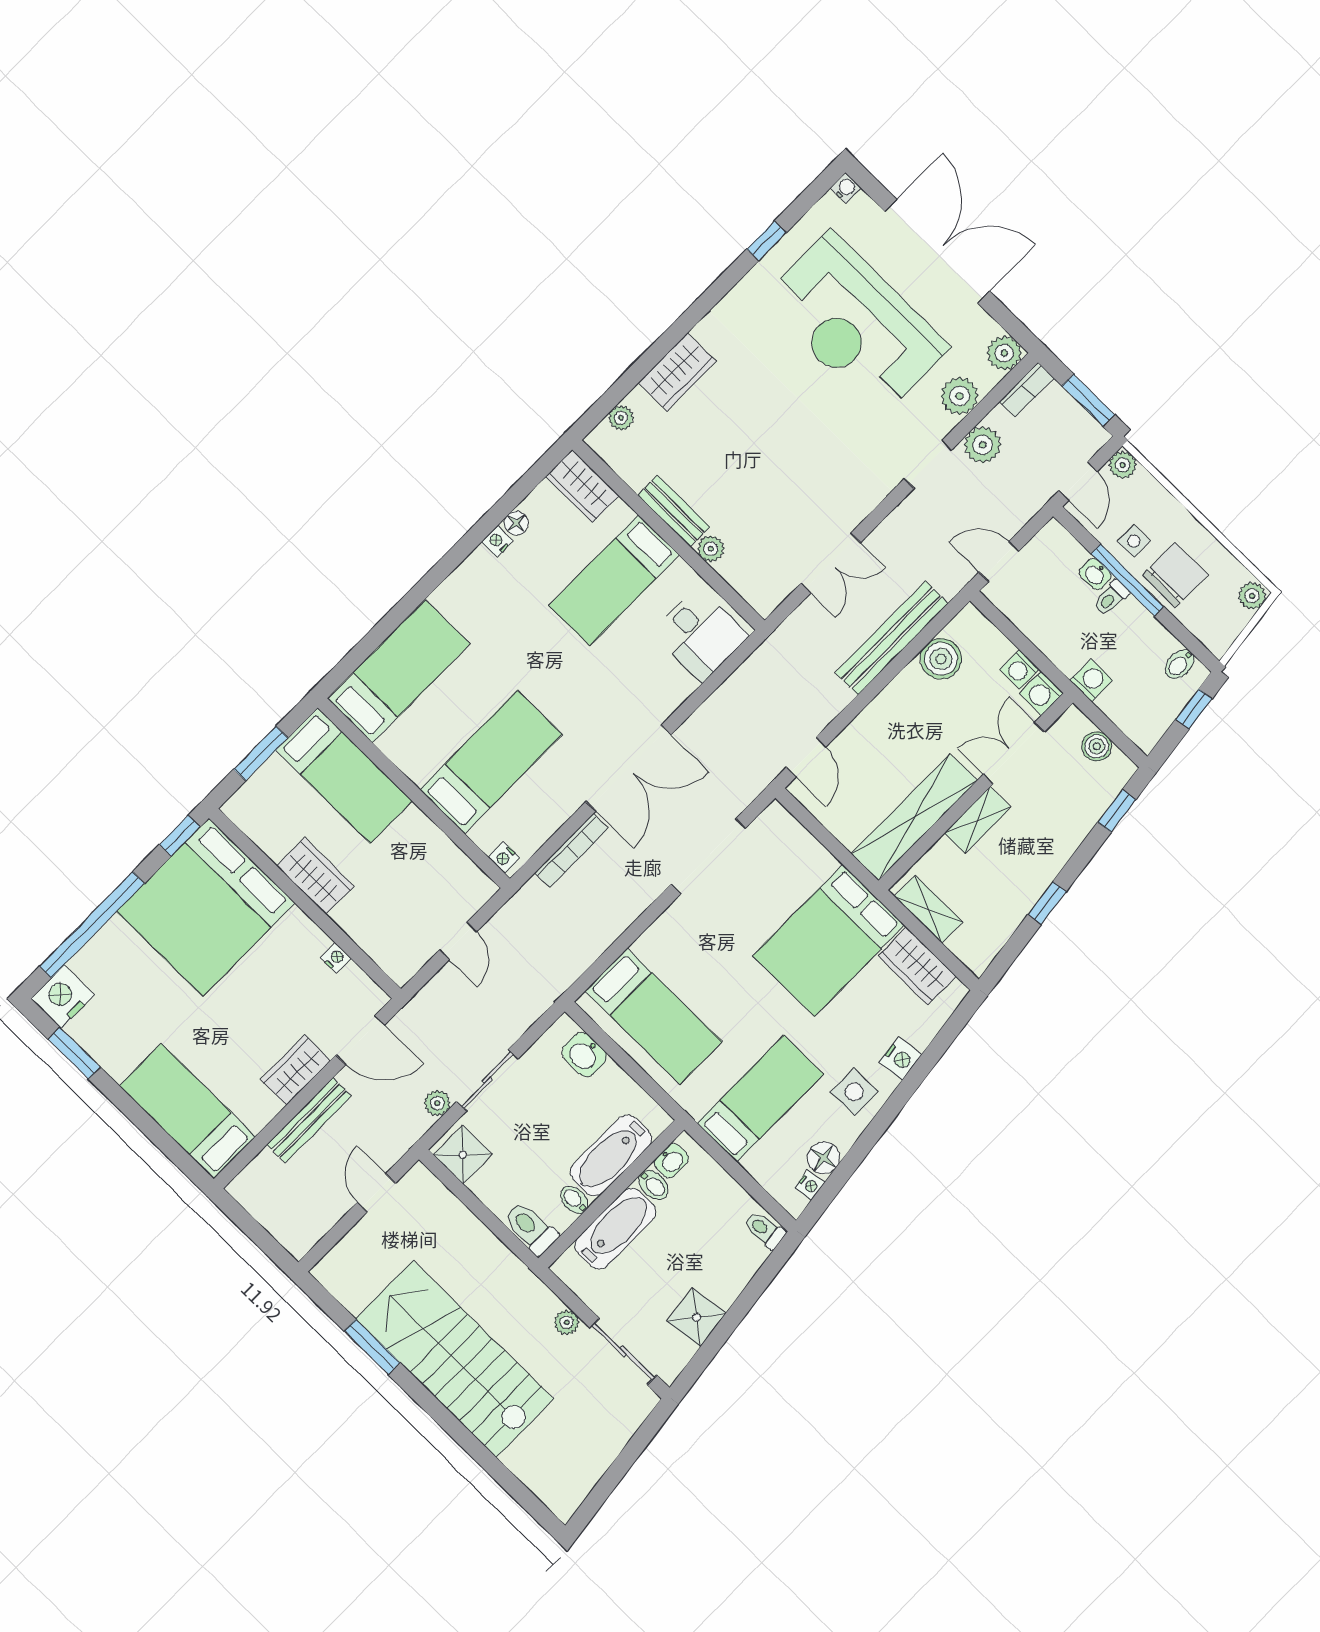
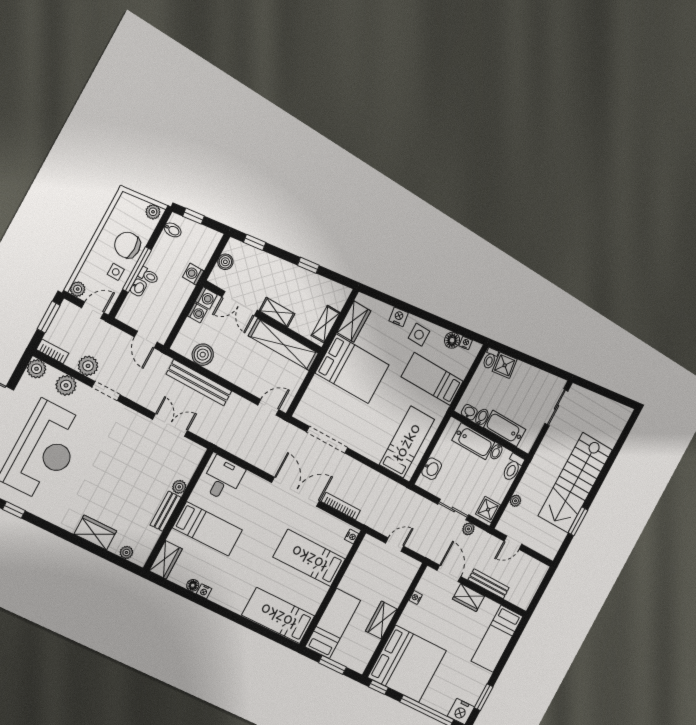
plant: (1252, 596) -> (153, 212), moved
shower: (696, 1317) -> (505, 365), moved
plant: (567, 1322) -> (515, 501), moved

